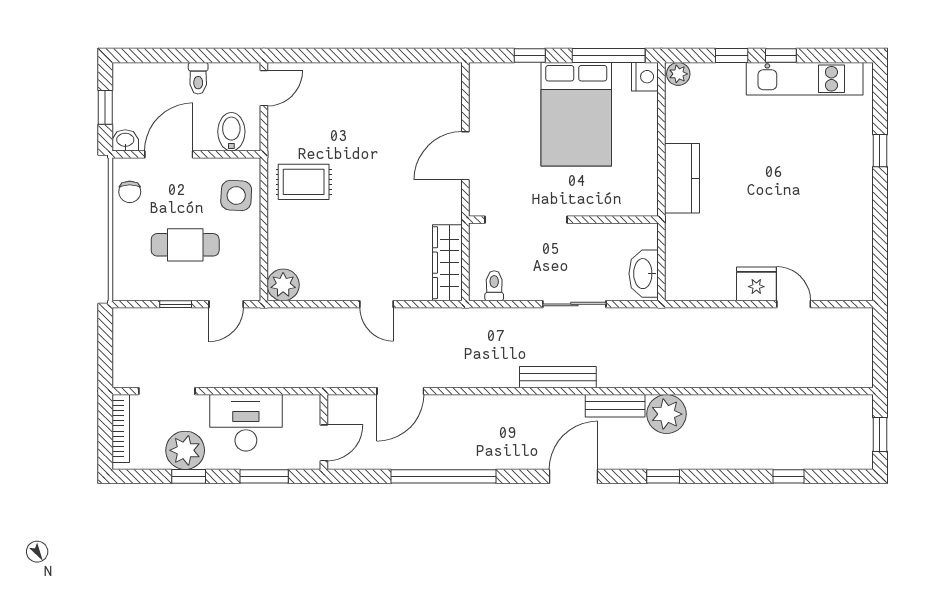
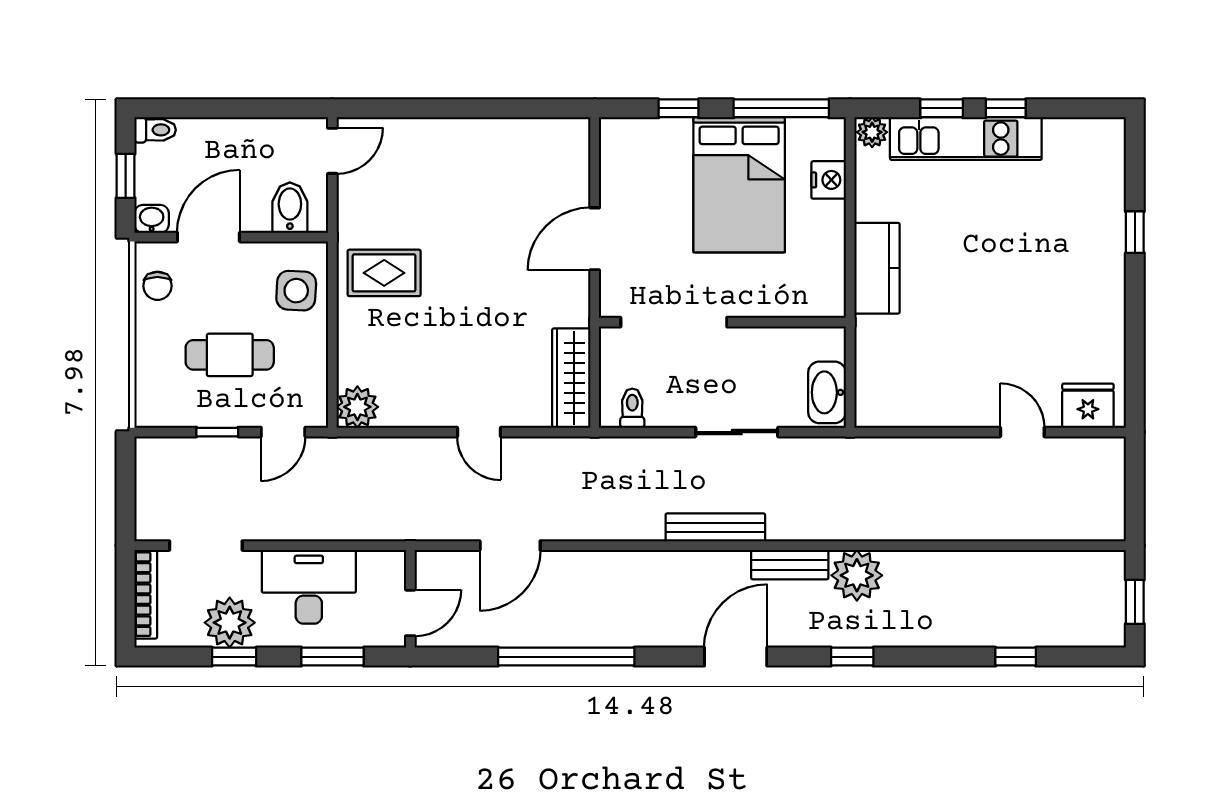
nightstand: (645, 77) -> (829, 180), moved
toilet: (198, 78) -> (155, 130), moved, turned -90
kitchen unit: (805, 79) -> (966, 139), moved
fridge: (756, 284) -> (1088, 406), moved

